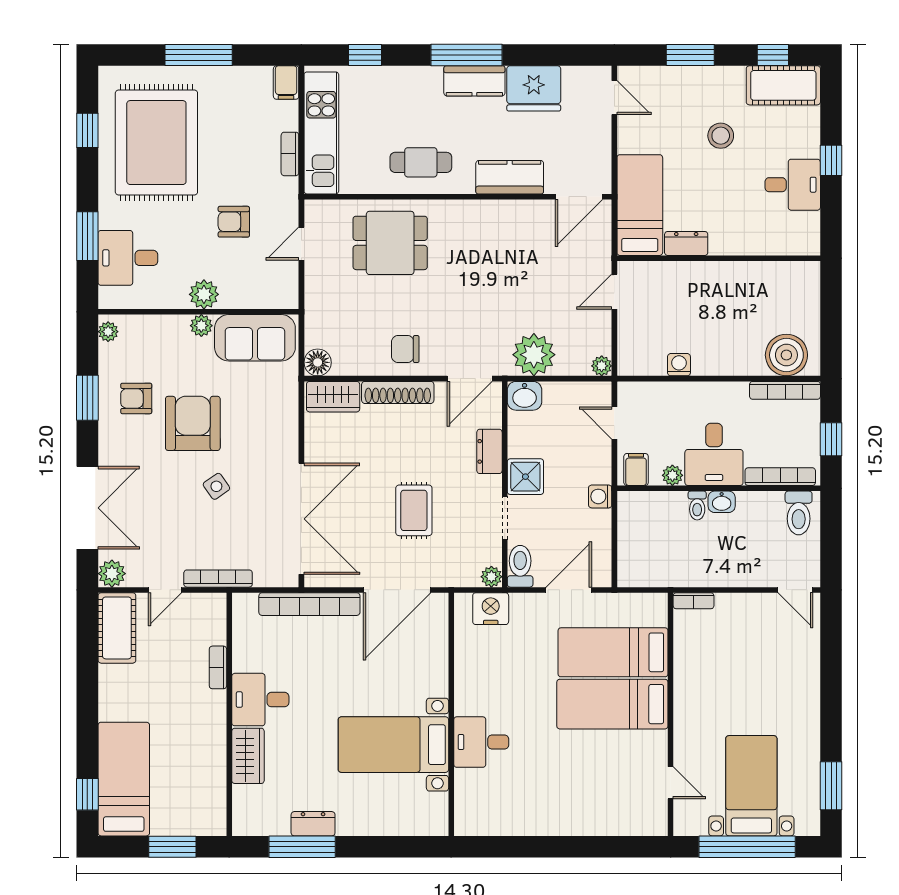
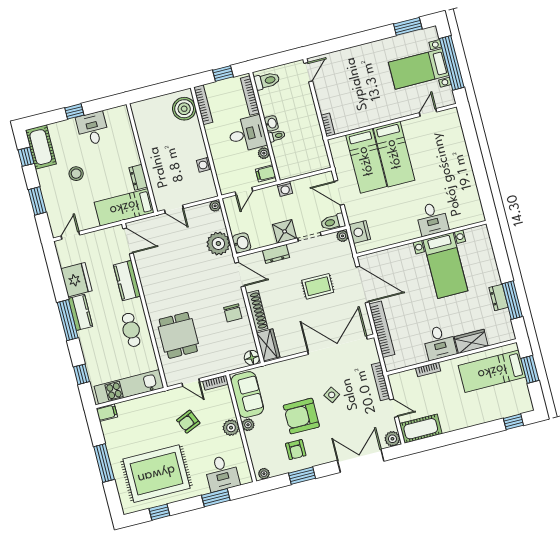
bookcase: (290, 154) -> (216, 383), moved
armchair: (234, 222) -> (188, 422), turned 67
bed: (124, 779) -> (492, 371), moved

